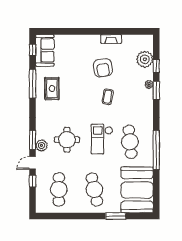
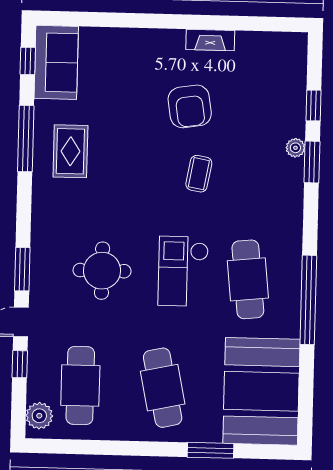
plant: (145, 59) -> (287, 89), removed
plant: (42, 145) -> (39, 416), moved

